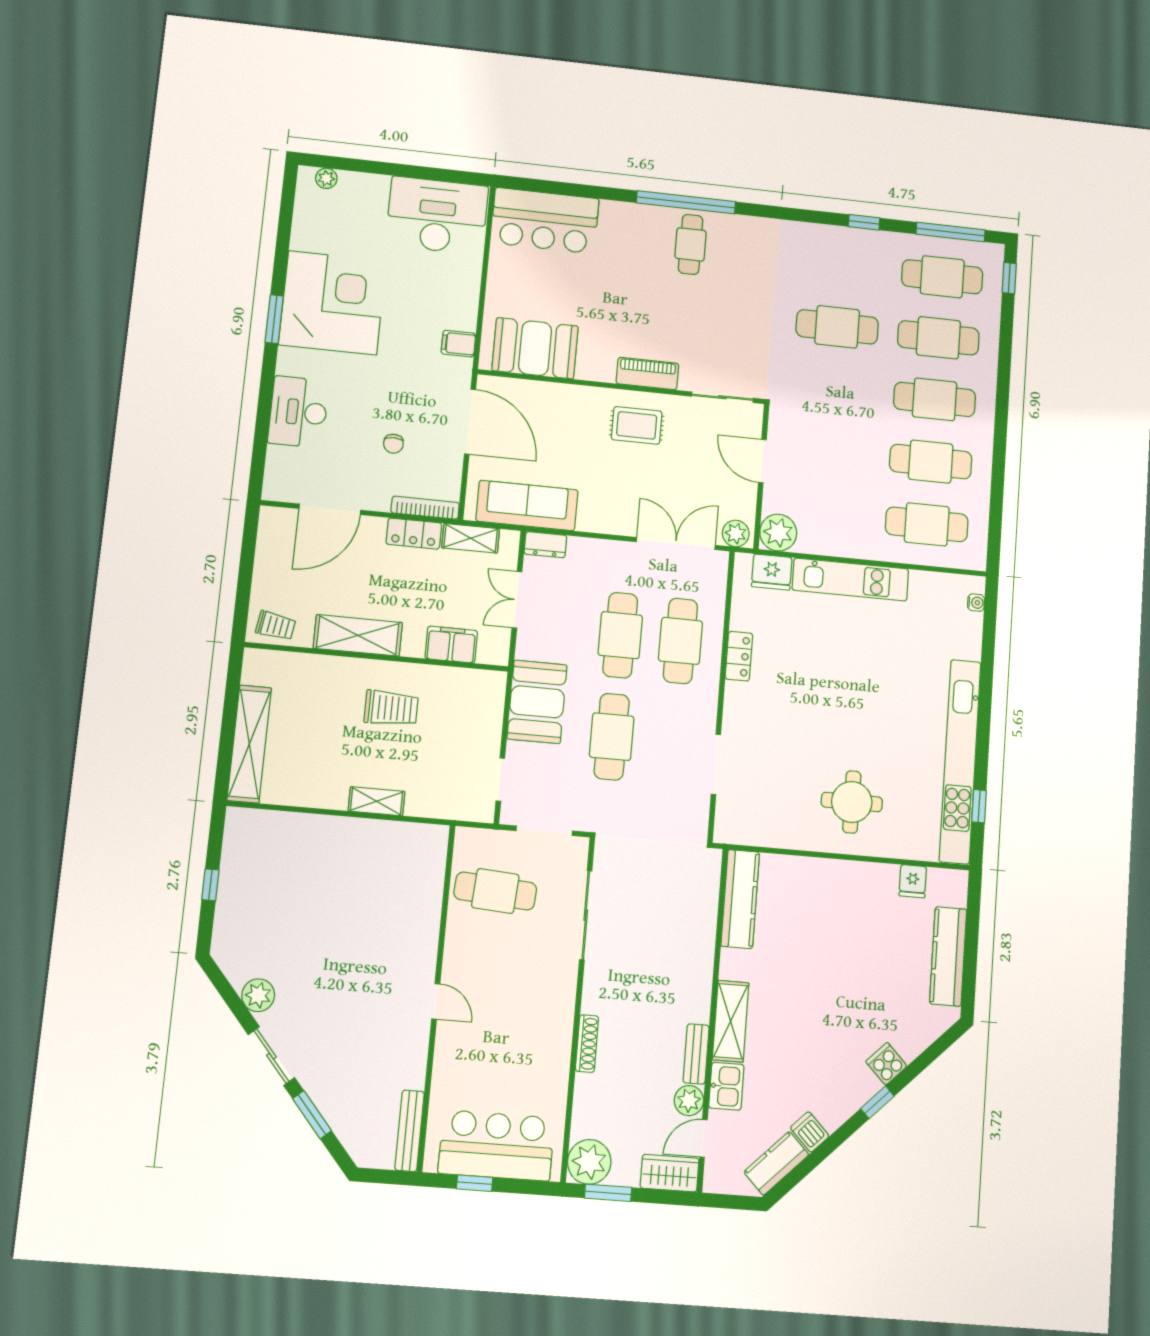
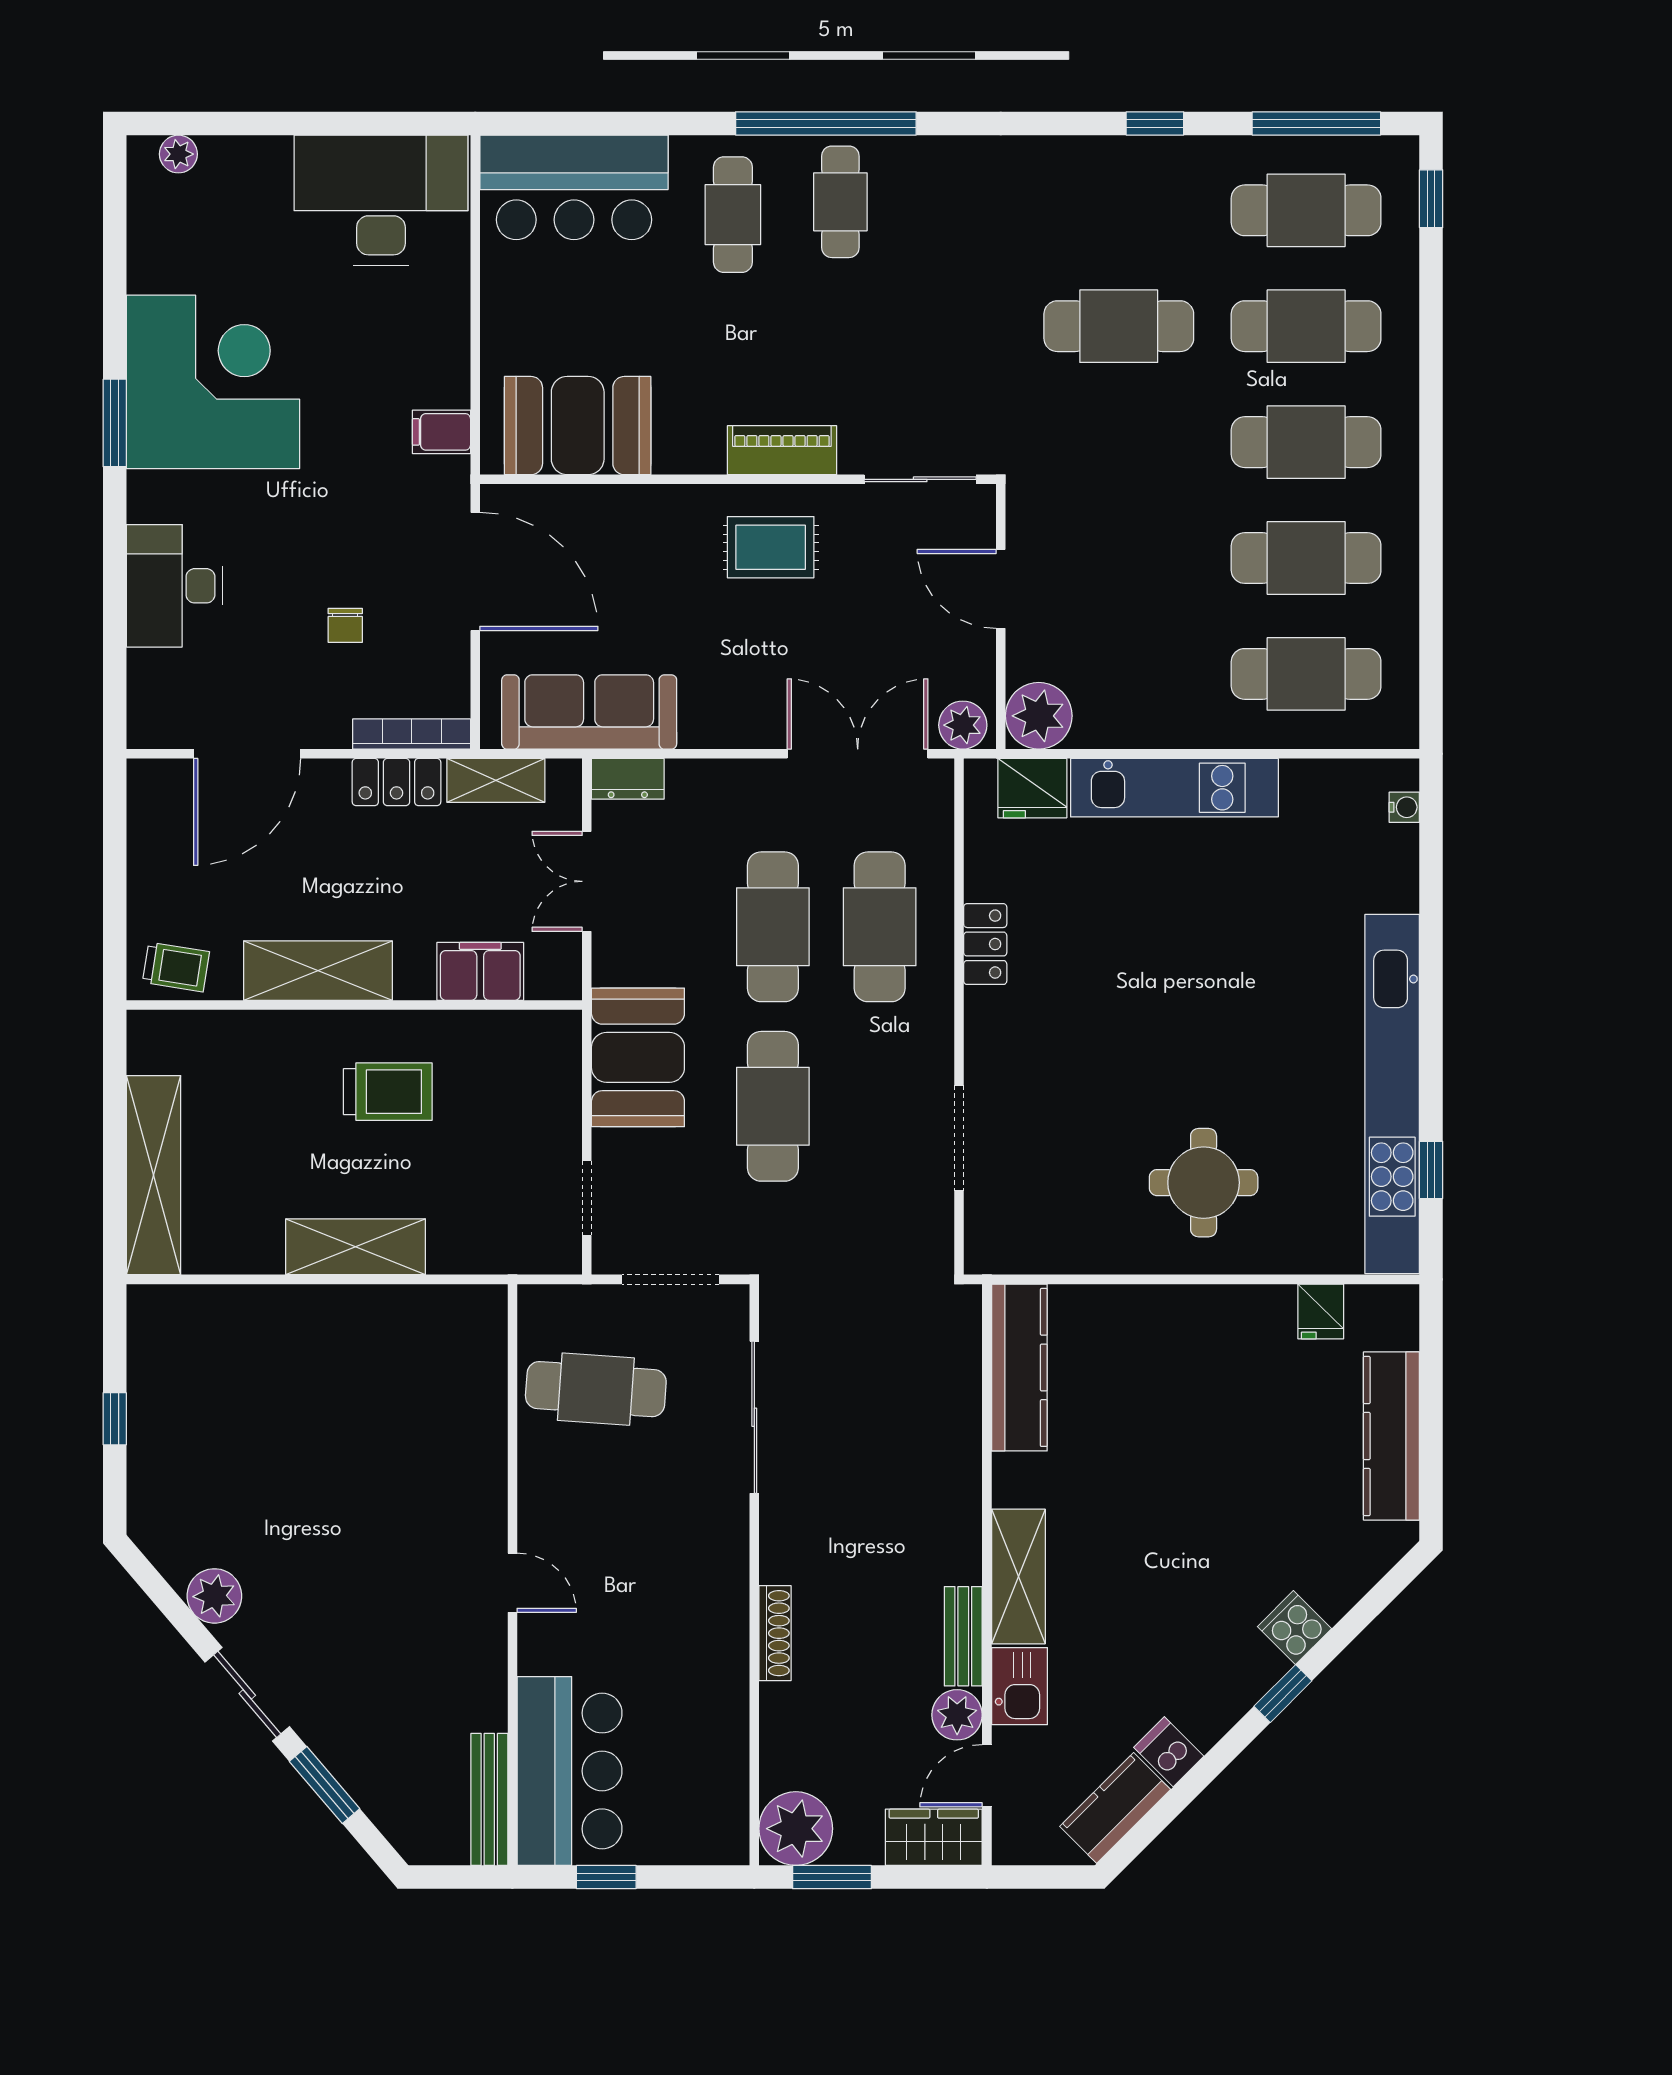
cafe table: (631, 245) -> (733, 215), added
shelving: (377, 801) -> (356, 1247), width x1.50, depth x1.33
bar counter: (496, 1145) -> (570, 1771), moved, turned 90

